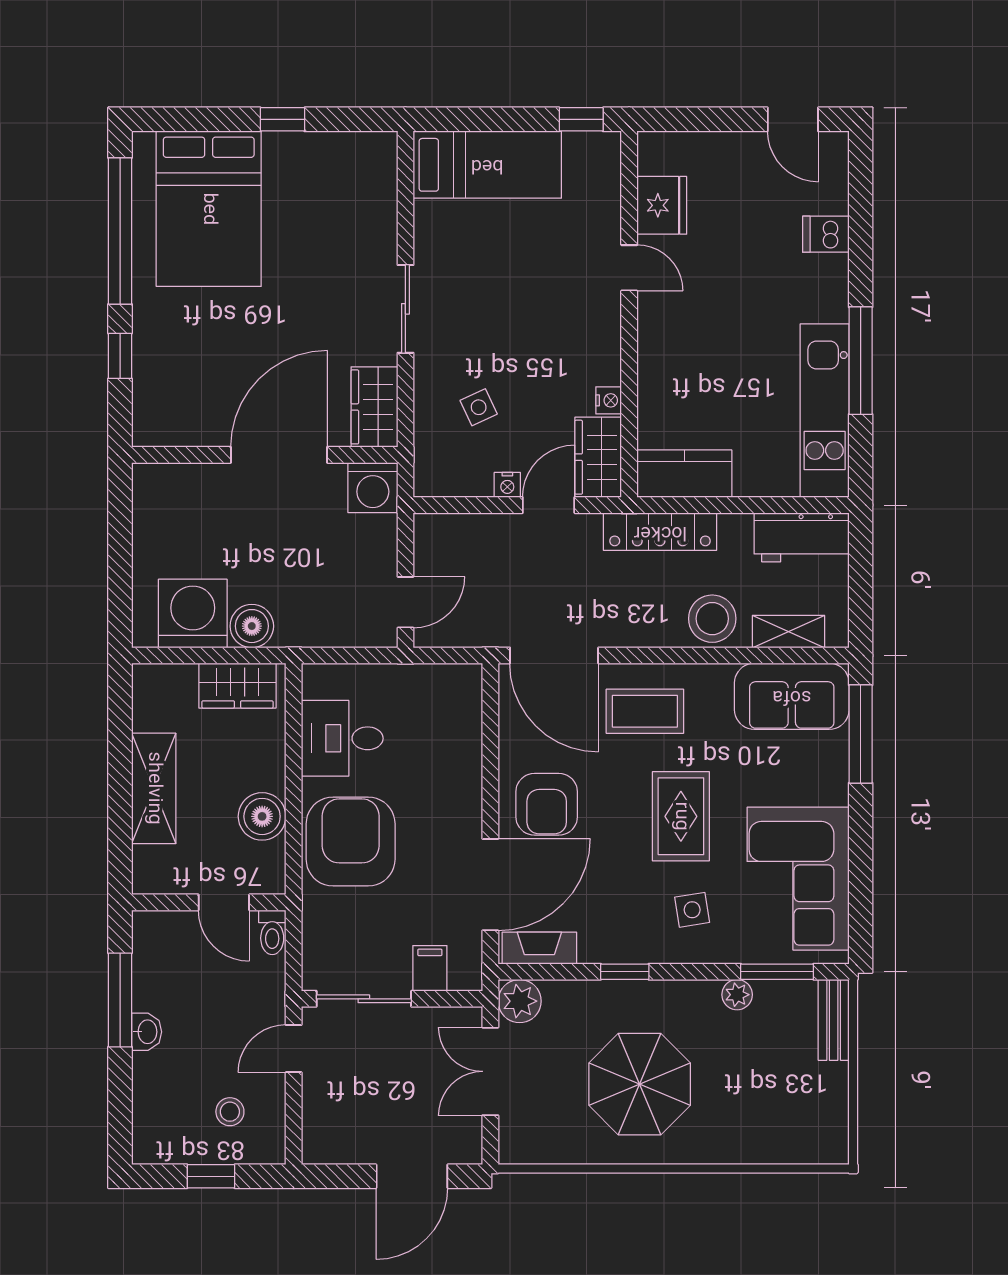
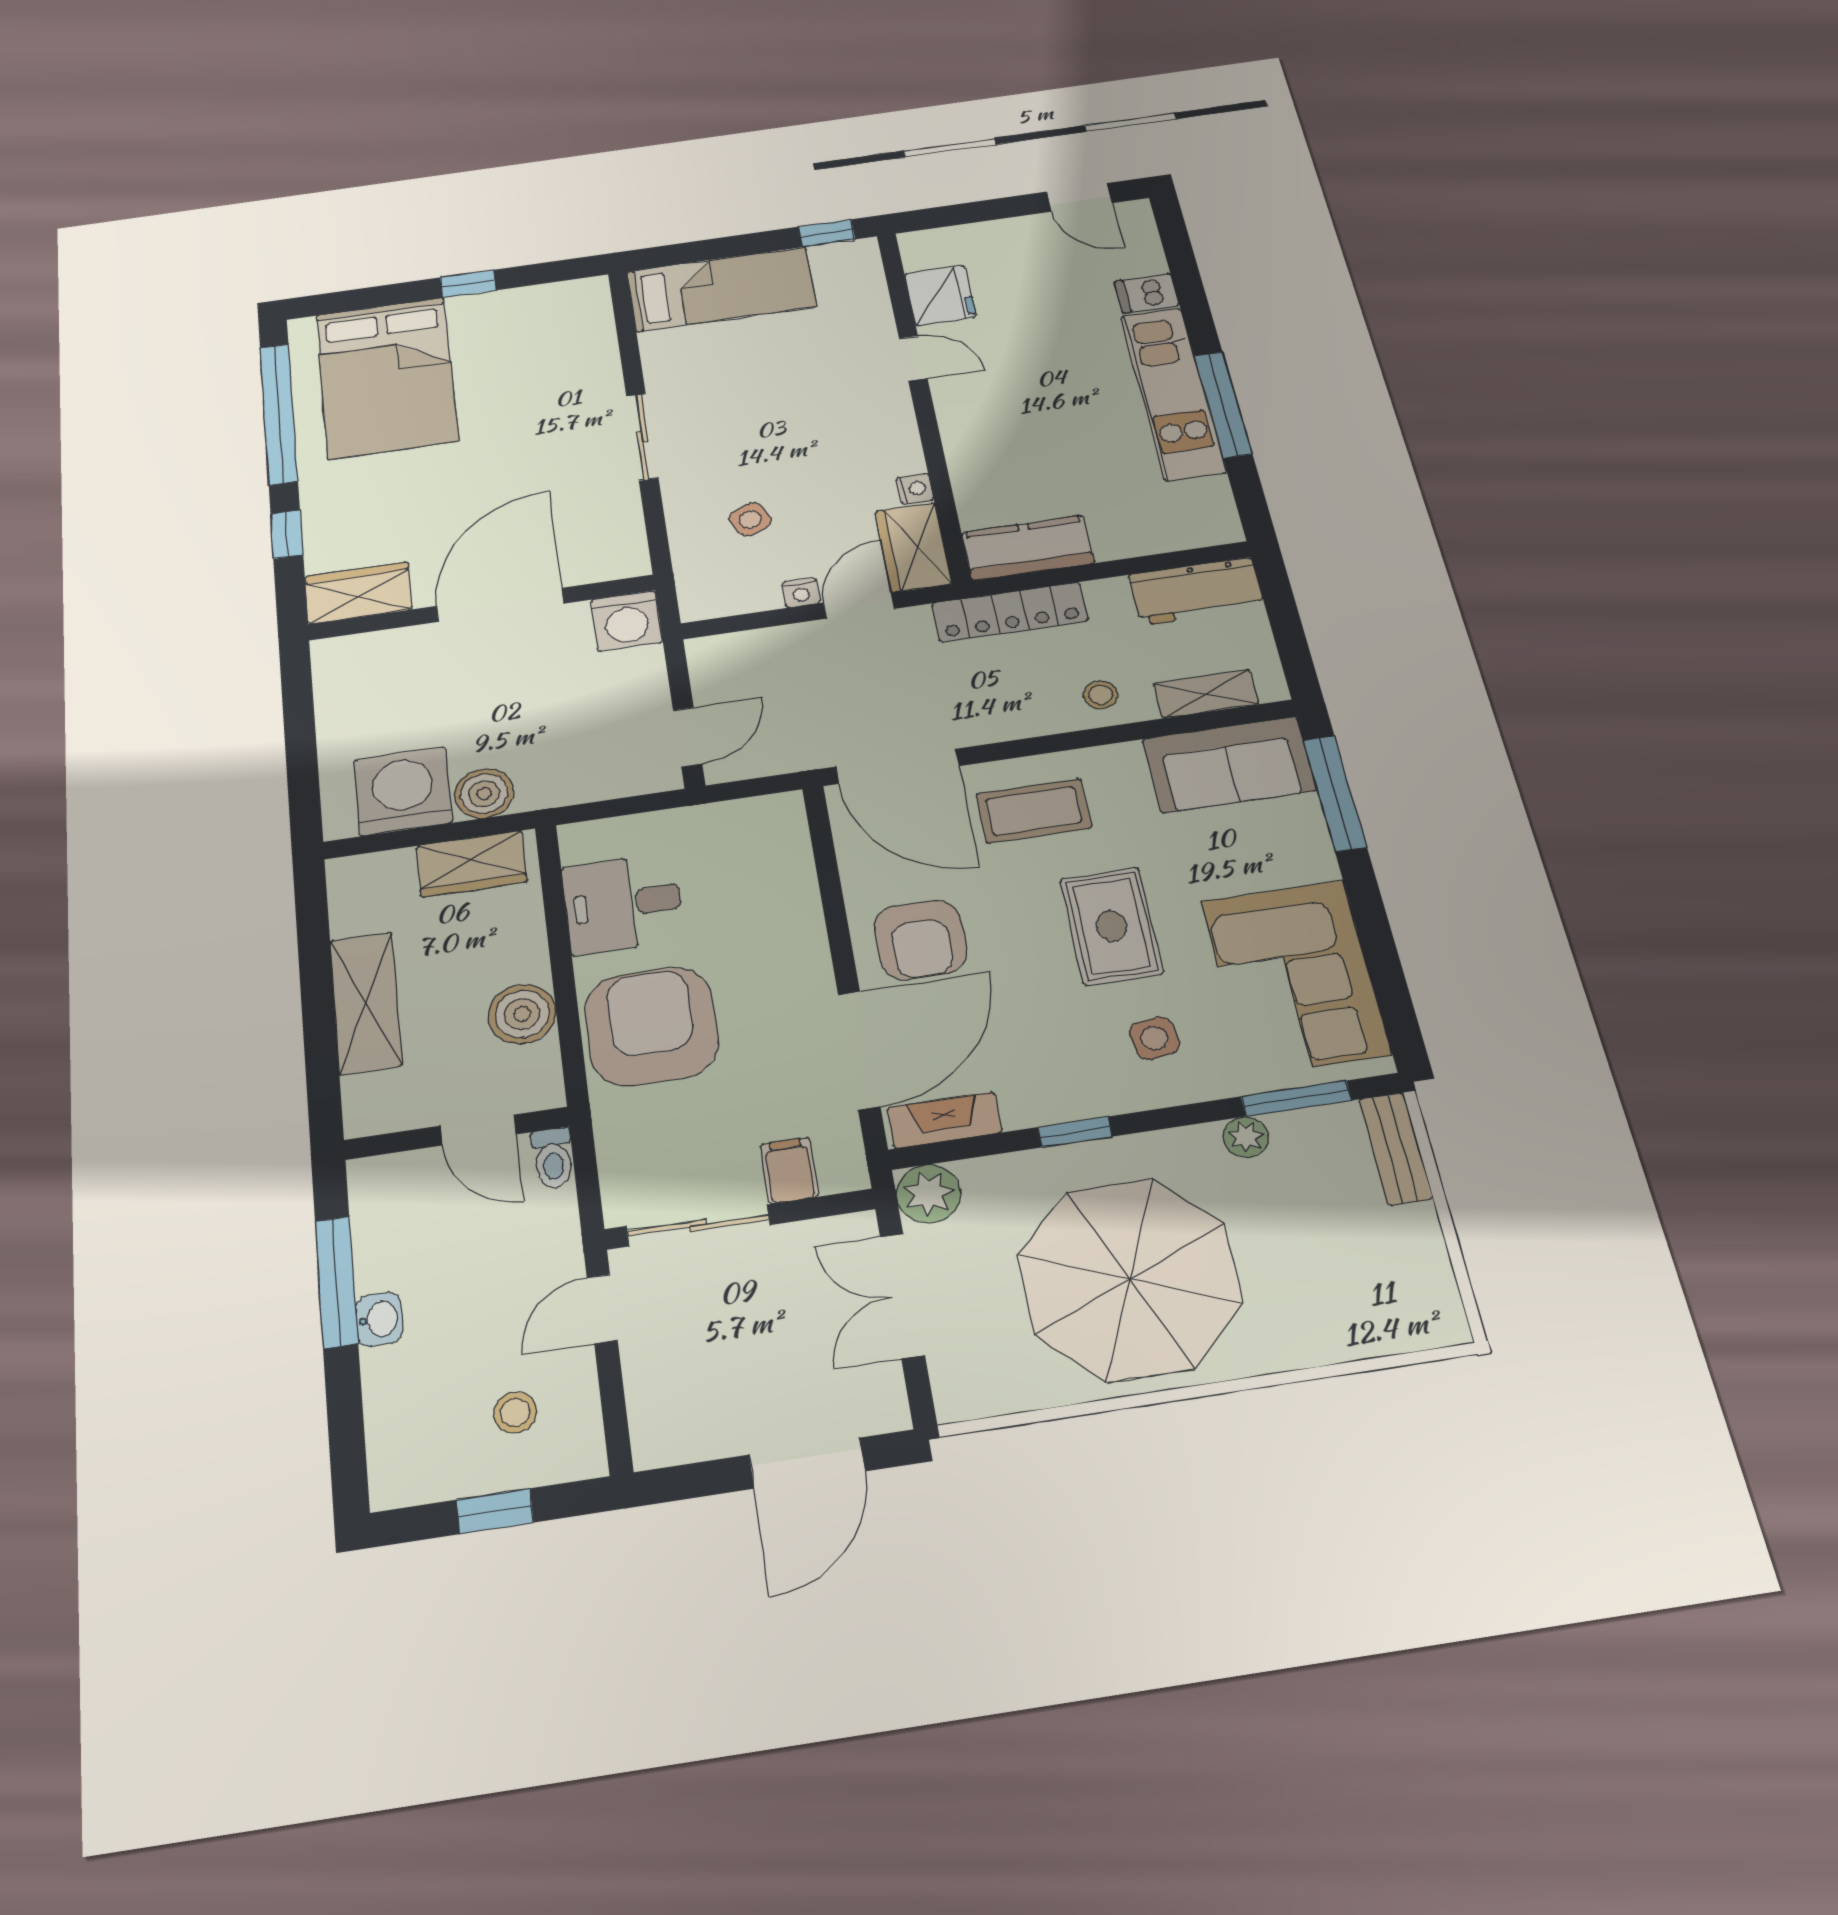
wardrobe: (374, 407) -> (358, 593), moved, turned 90
kitchen unit: (825, 411) -> (1173, 393), moved
stool: (712, 619) -> (1101, 695), width x0.53, depth x0.53
parasol: (640, 1084) -> (1130, 1279), width x1.36, depth x1.36

